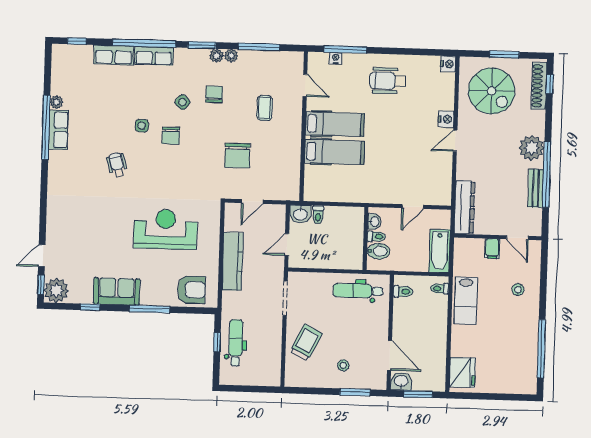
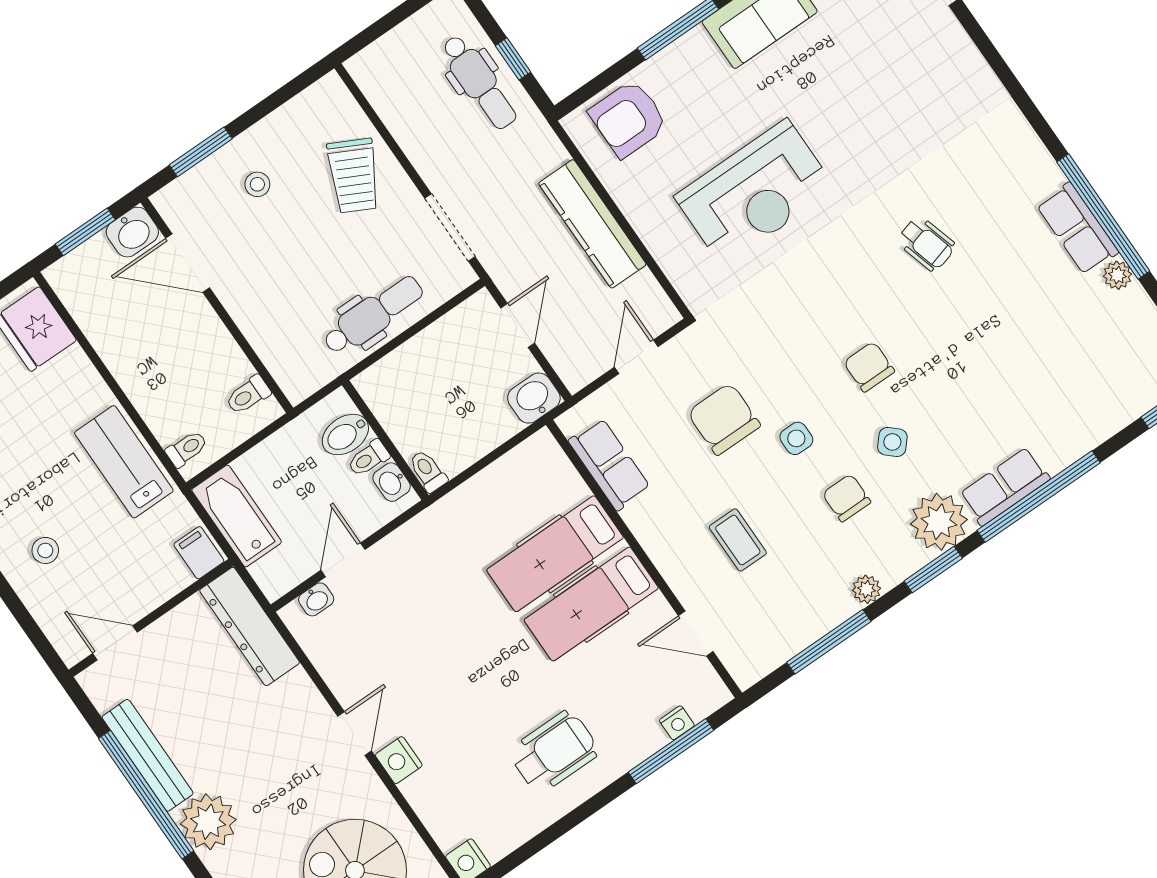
row of seats: (114, 55) -> (609, 464), moved, turned 90
plant: (217, 56) -> (939, 522), moved, width x1.88, depth x1.88
chair: (214, 94) -> (846, 498), turned 180
side table: (142, 126) -> (796, 438), moved
bench: (536, 188) -> (148, 755), width x1.36
washbasin: (433, 199) -> (316, 599), added
toilet: (318, 215) -> (428, 471), moved
filing cabinet: (492, 249) -> (199, 553), moved
dental chair: (358, 291) -> (373, 315), moved

